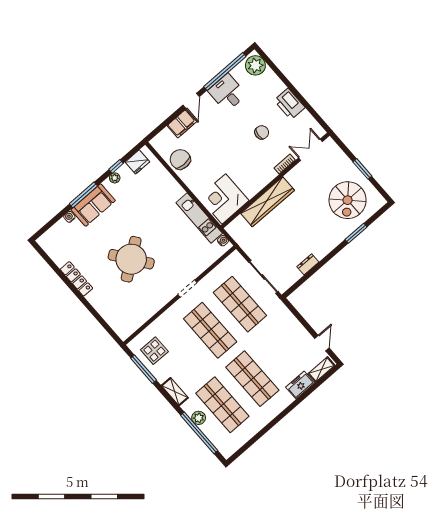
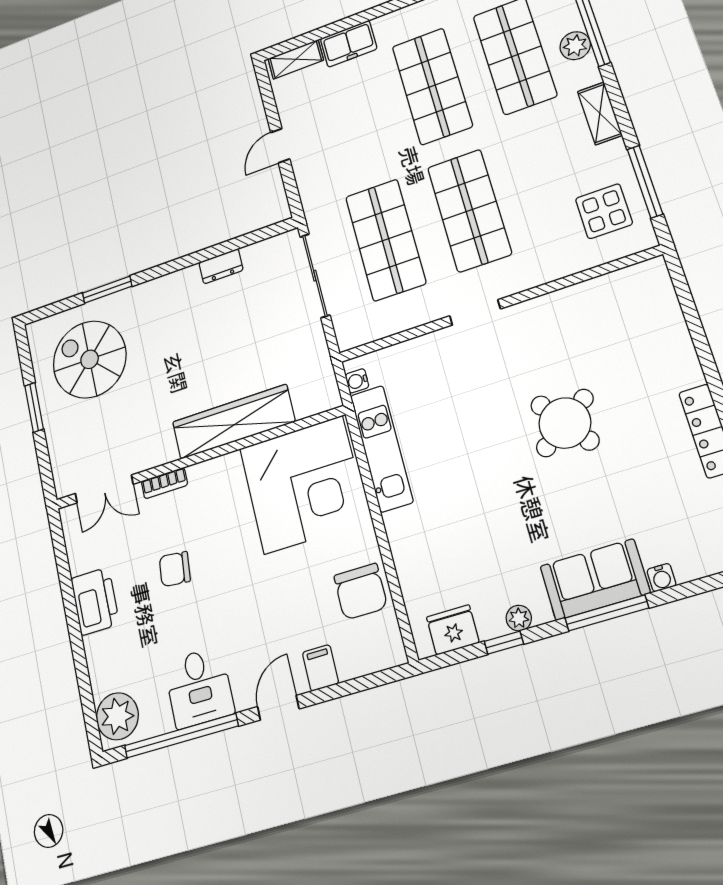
filing cabinet: (182, 124) -> (320, 668), width x0.50
corner desk: (224, 199) -> (303, 485), width x1.36, depth x1.36
spiral stairs: (348, 200) -> (90, 359), turned -90
round table: (131, 259) -> (565, 423), width x0.73, depth x0.73
door: (322, 343) -> (280, 146), moved

